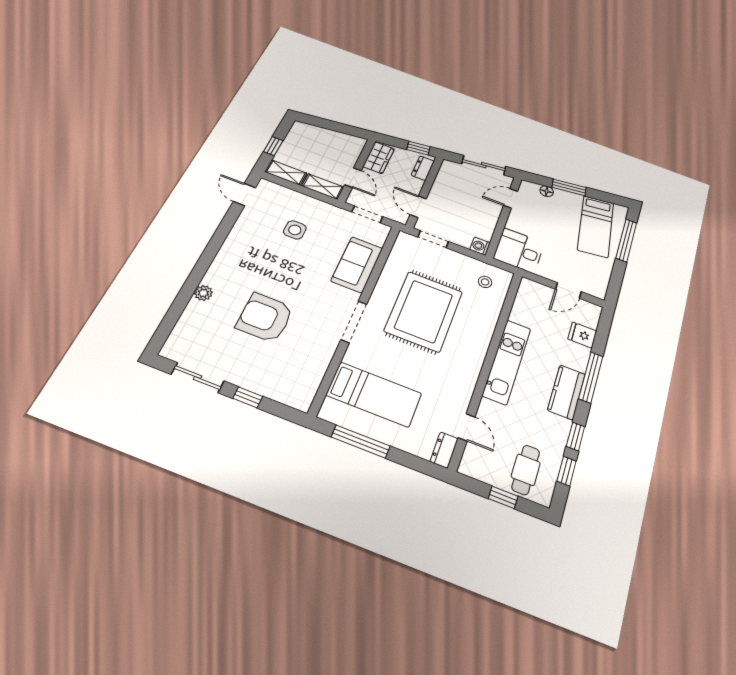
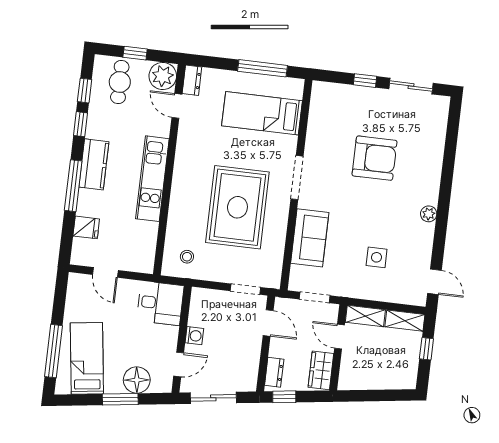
floor lamp: (547, 191) -> (137, 380), width x1.89, depth x1.89
washing machine: (480, 246) -> (194, 336), moved
door: (568, 290) -> (105, 272), swing flipped
plant: (203, 293) -> (429, 214), moved
plant: (476, 463) -> (163, 76), added

